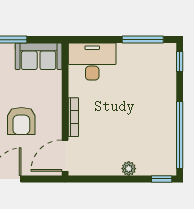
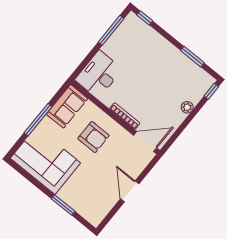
armchair: (21, 121) -> (94, 137), moved
window: (180, 135) -> (192, 57), width x0.47
door: (65, 156) -> (145, 142), swing flipped

